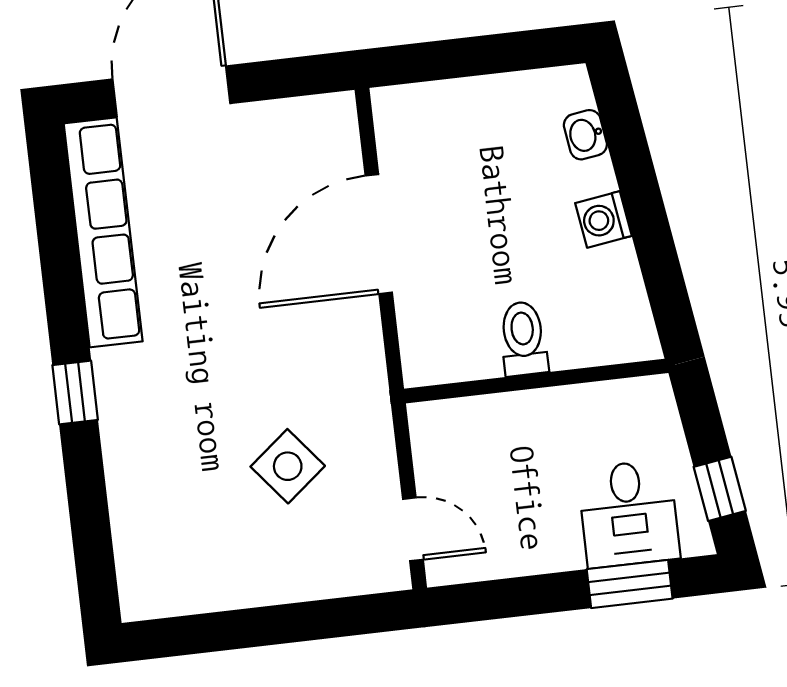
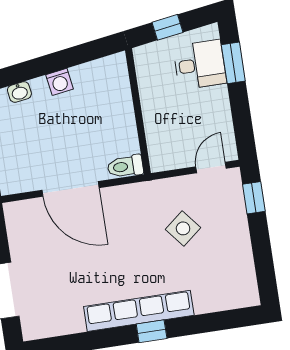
row of seats: (103, 232) -> (139, 311), moved
toilet: (523, 339) -> (125, 166), moved
window: (720, 489) -> (168, 27), moved
window: (346, 617) -> (254, 198), added

